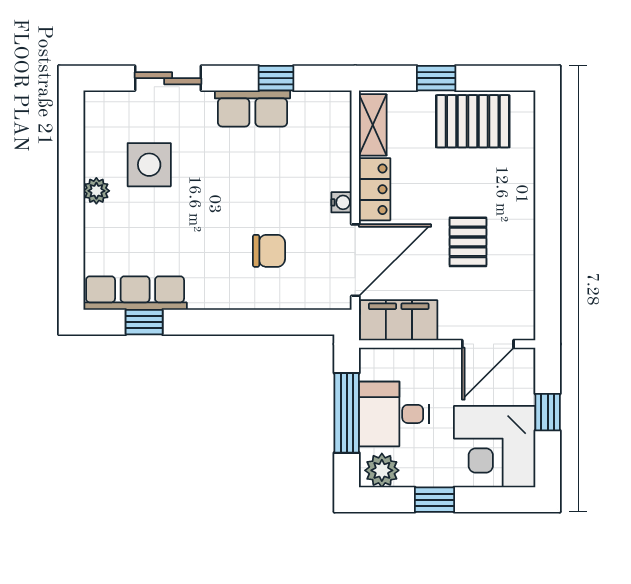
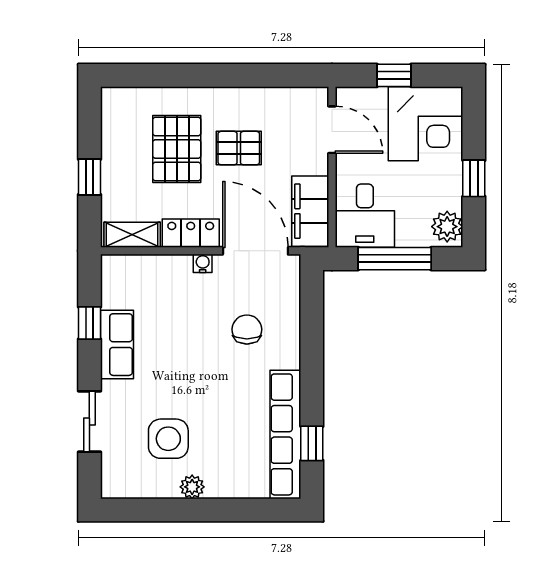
pallet: (473, 121) -> (177, 149), moved
row of seats: (135, 293) -> (285, 434), width x1.36
desk: (394, 414) -> (365, 216), moved

